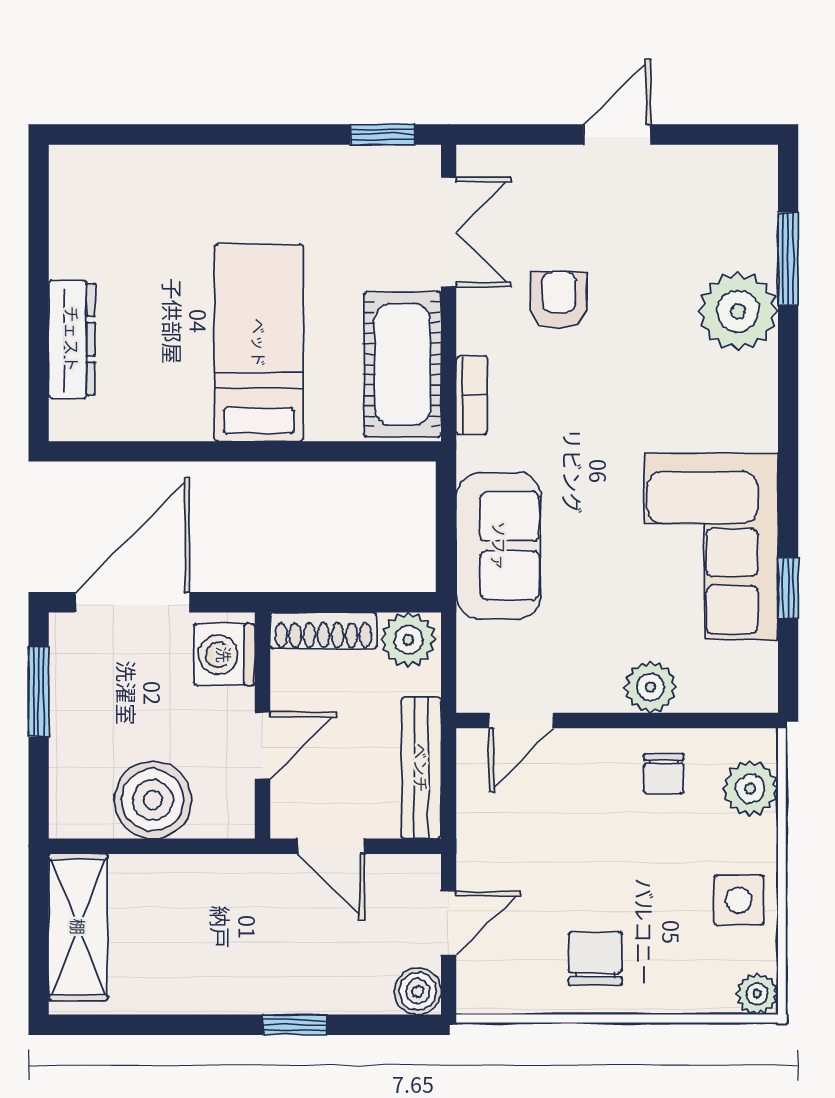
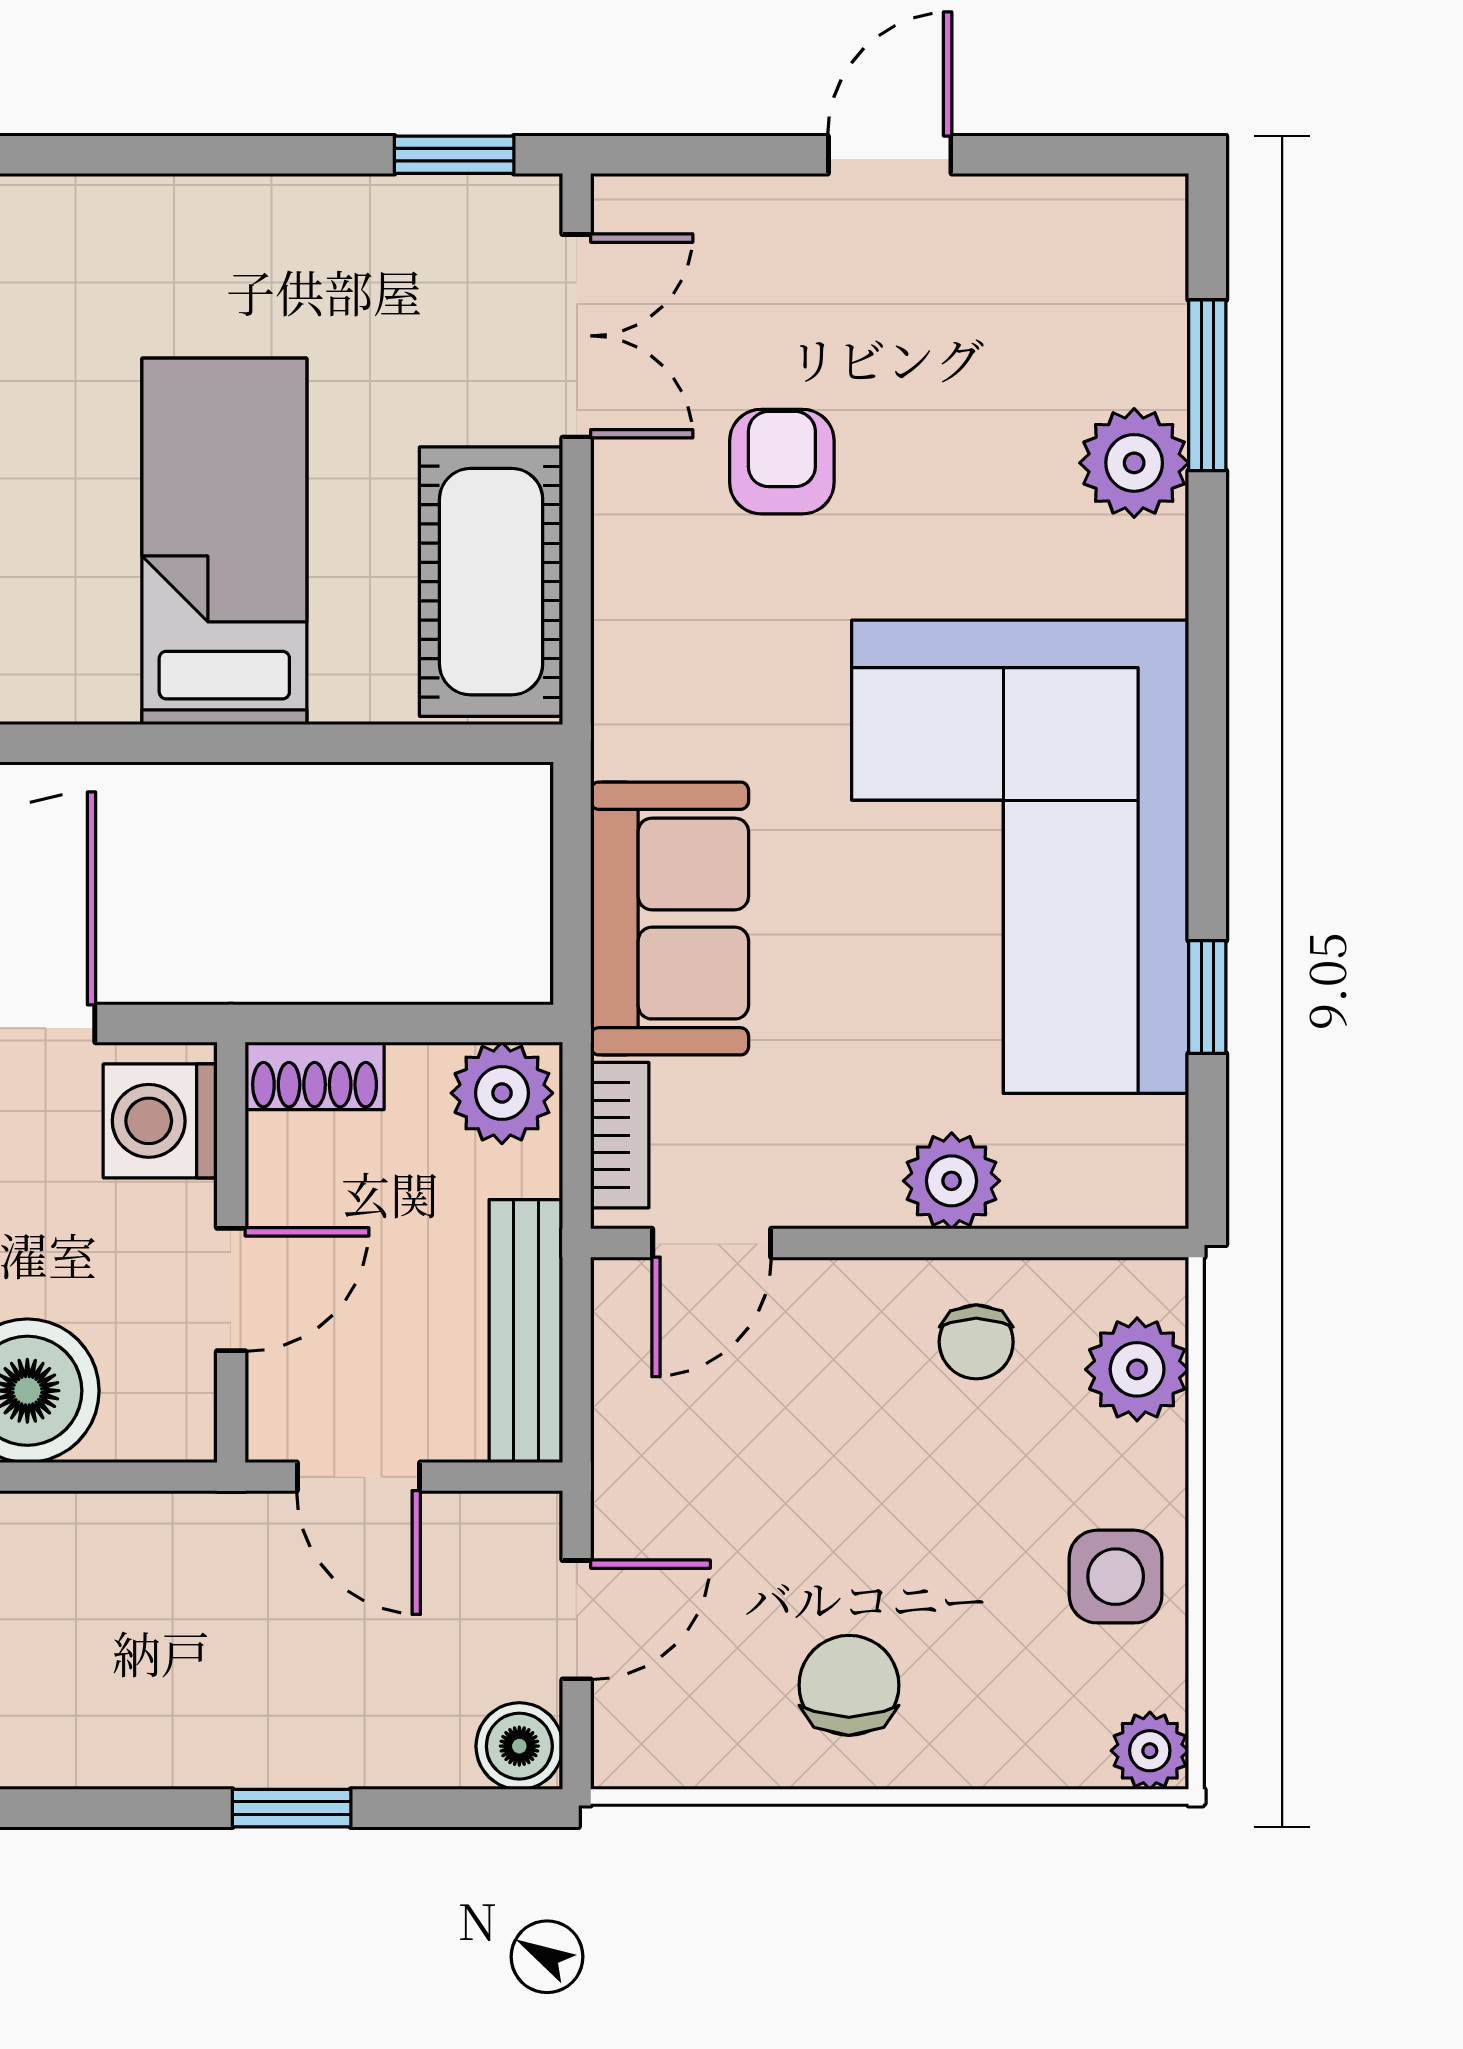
plant: (738, 311) -> (1134, 463), width x0.73, depth x0.73
bookcase: (472, 395) -> (620, 1135), moved
corner sofa: (711, 546) -> (1020, 857), width x1.36, depth x1.36
shoe rack: (323, 631) -> (315, 1076), width x0.70

